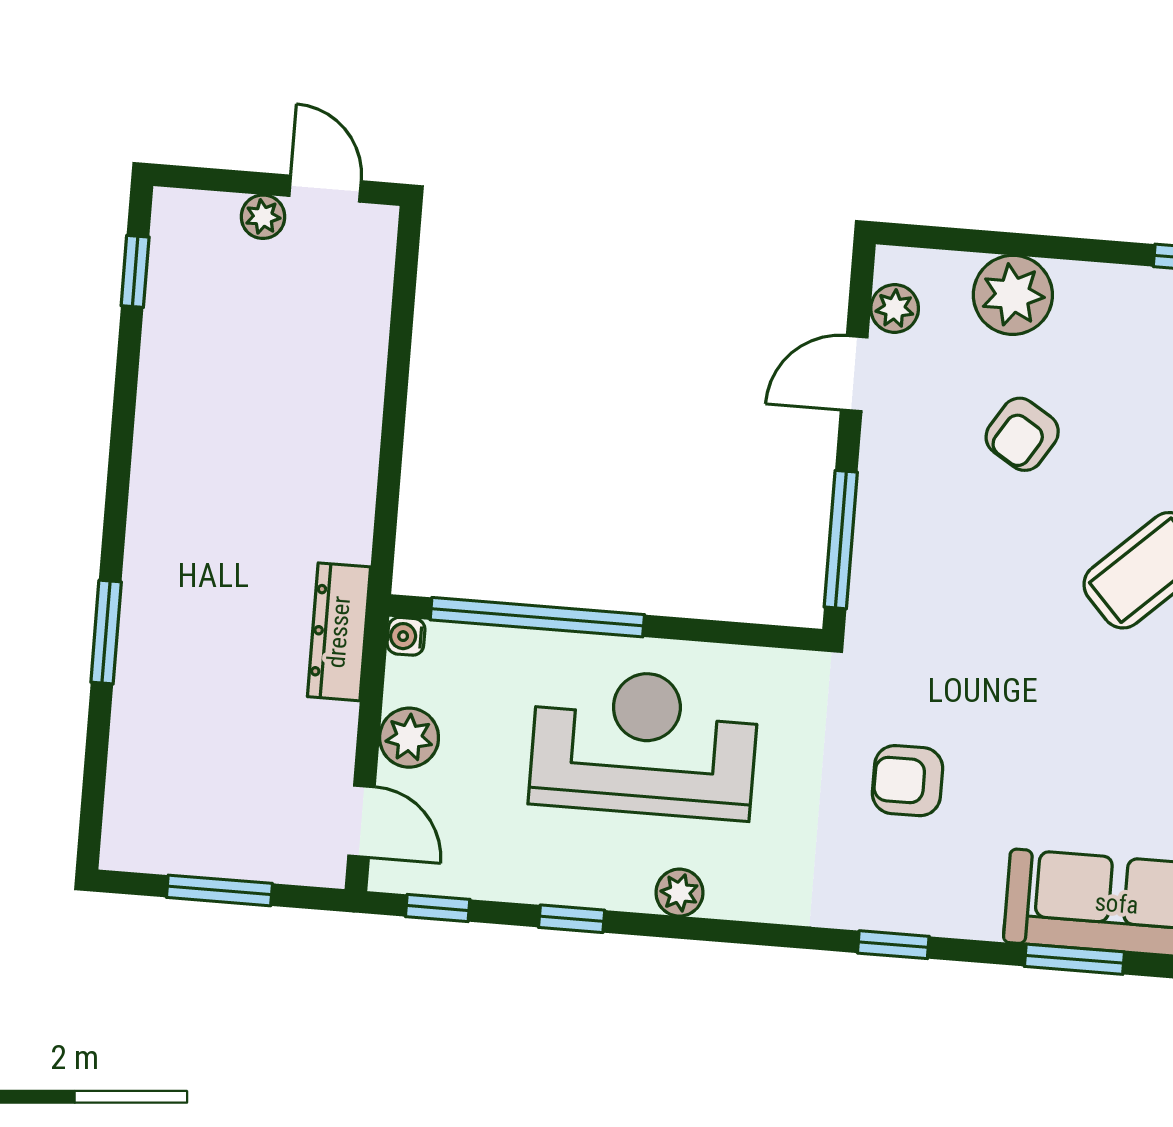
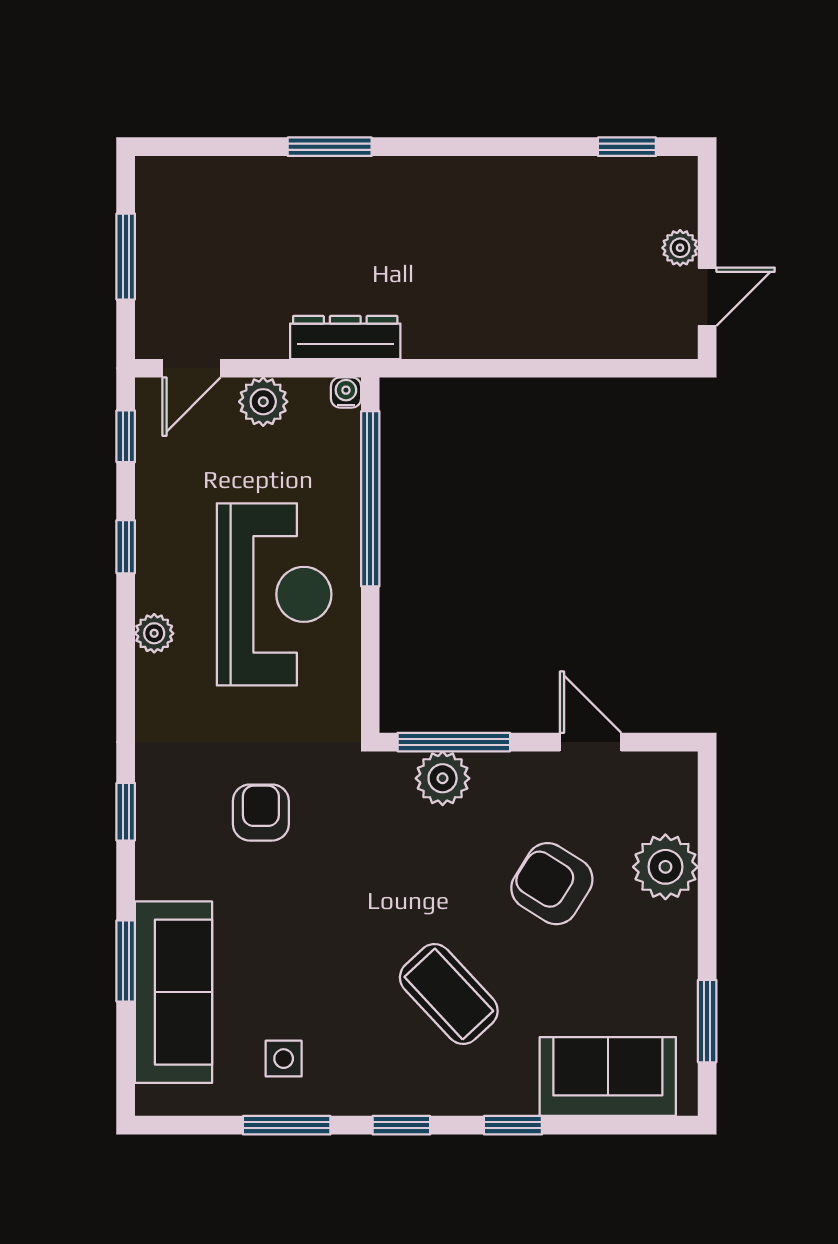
plant: (895, 308) -> (443, 778), moved, width x1.38, depth x1.38
armchair: (1022, 434) -> (552, 884), width x1.38, depth x1.38

